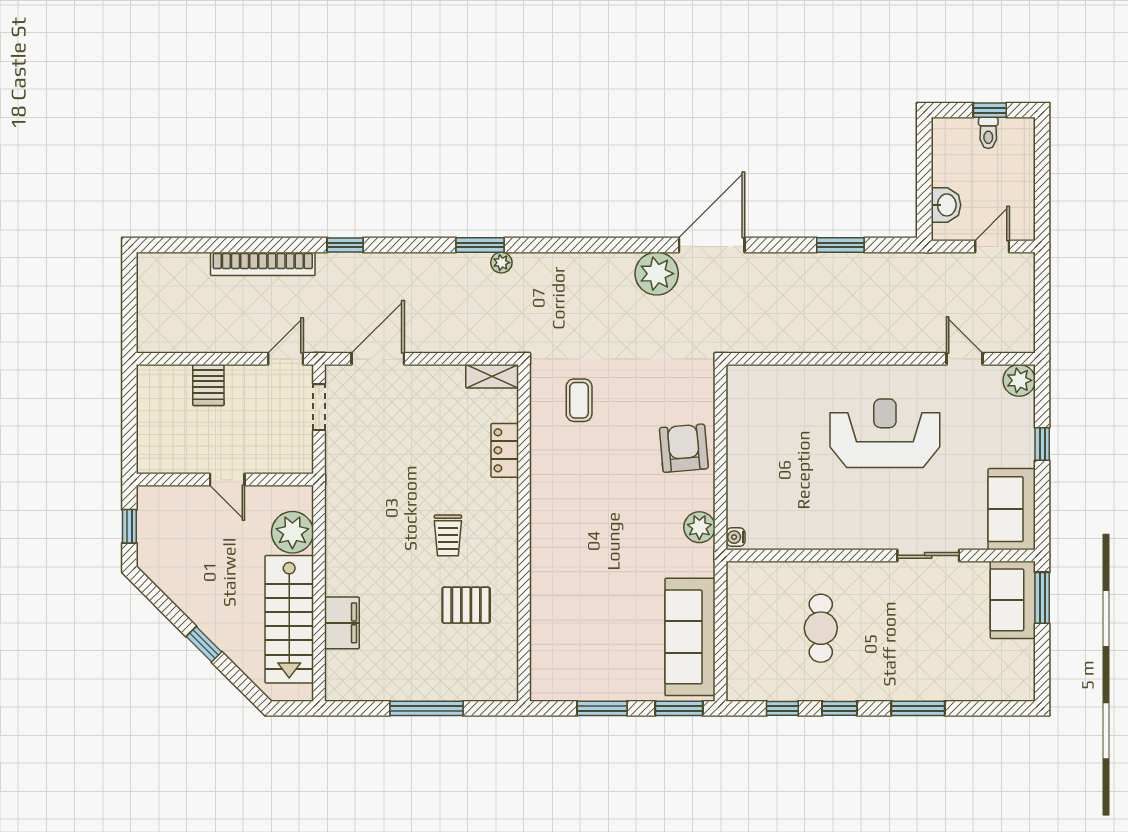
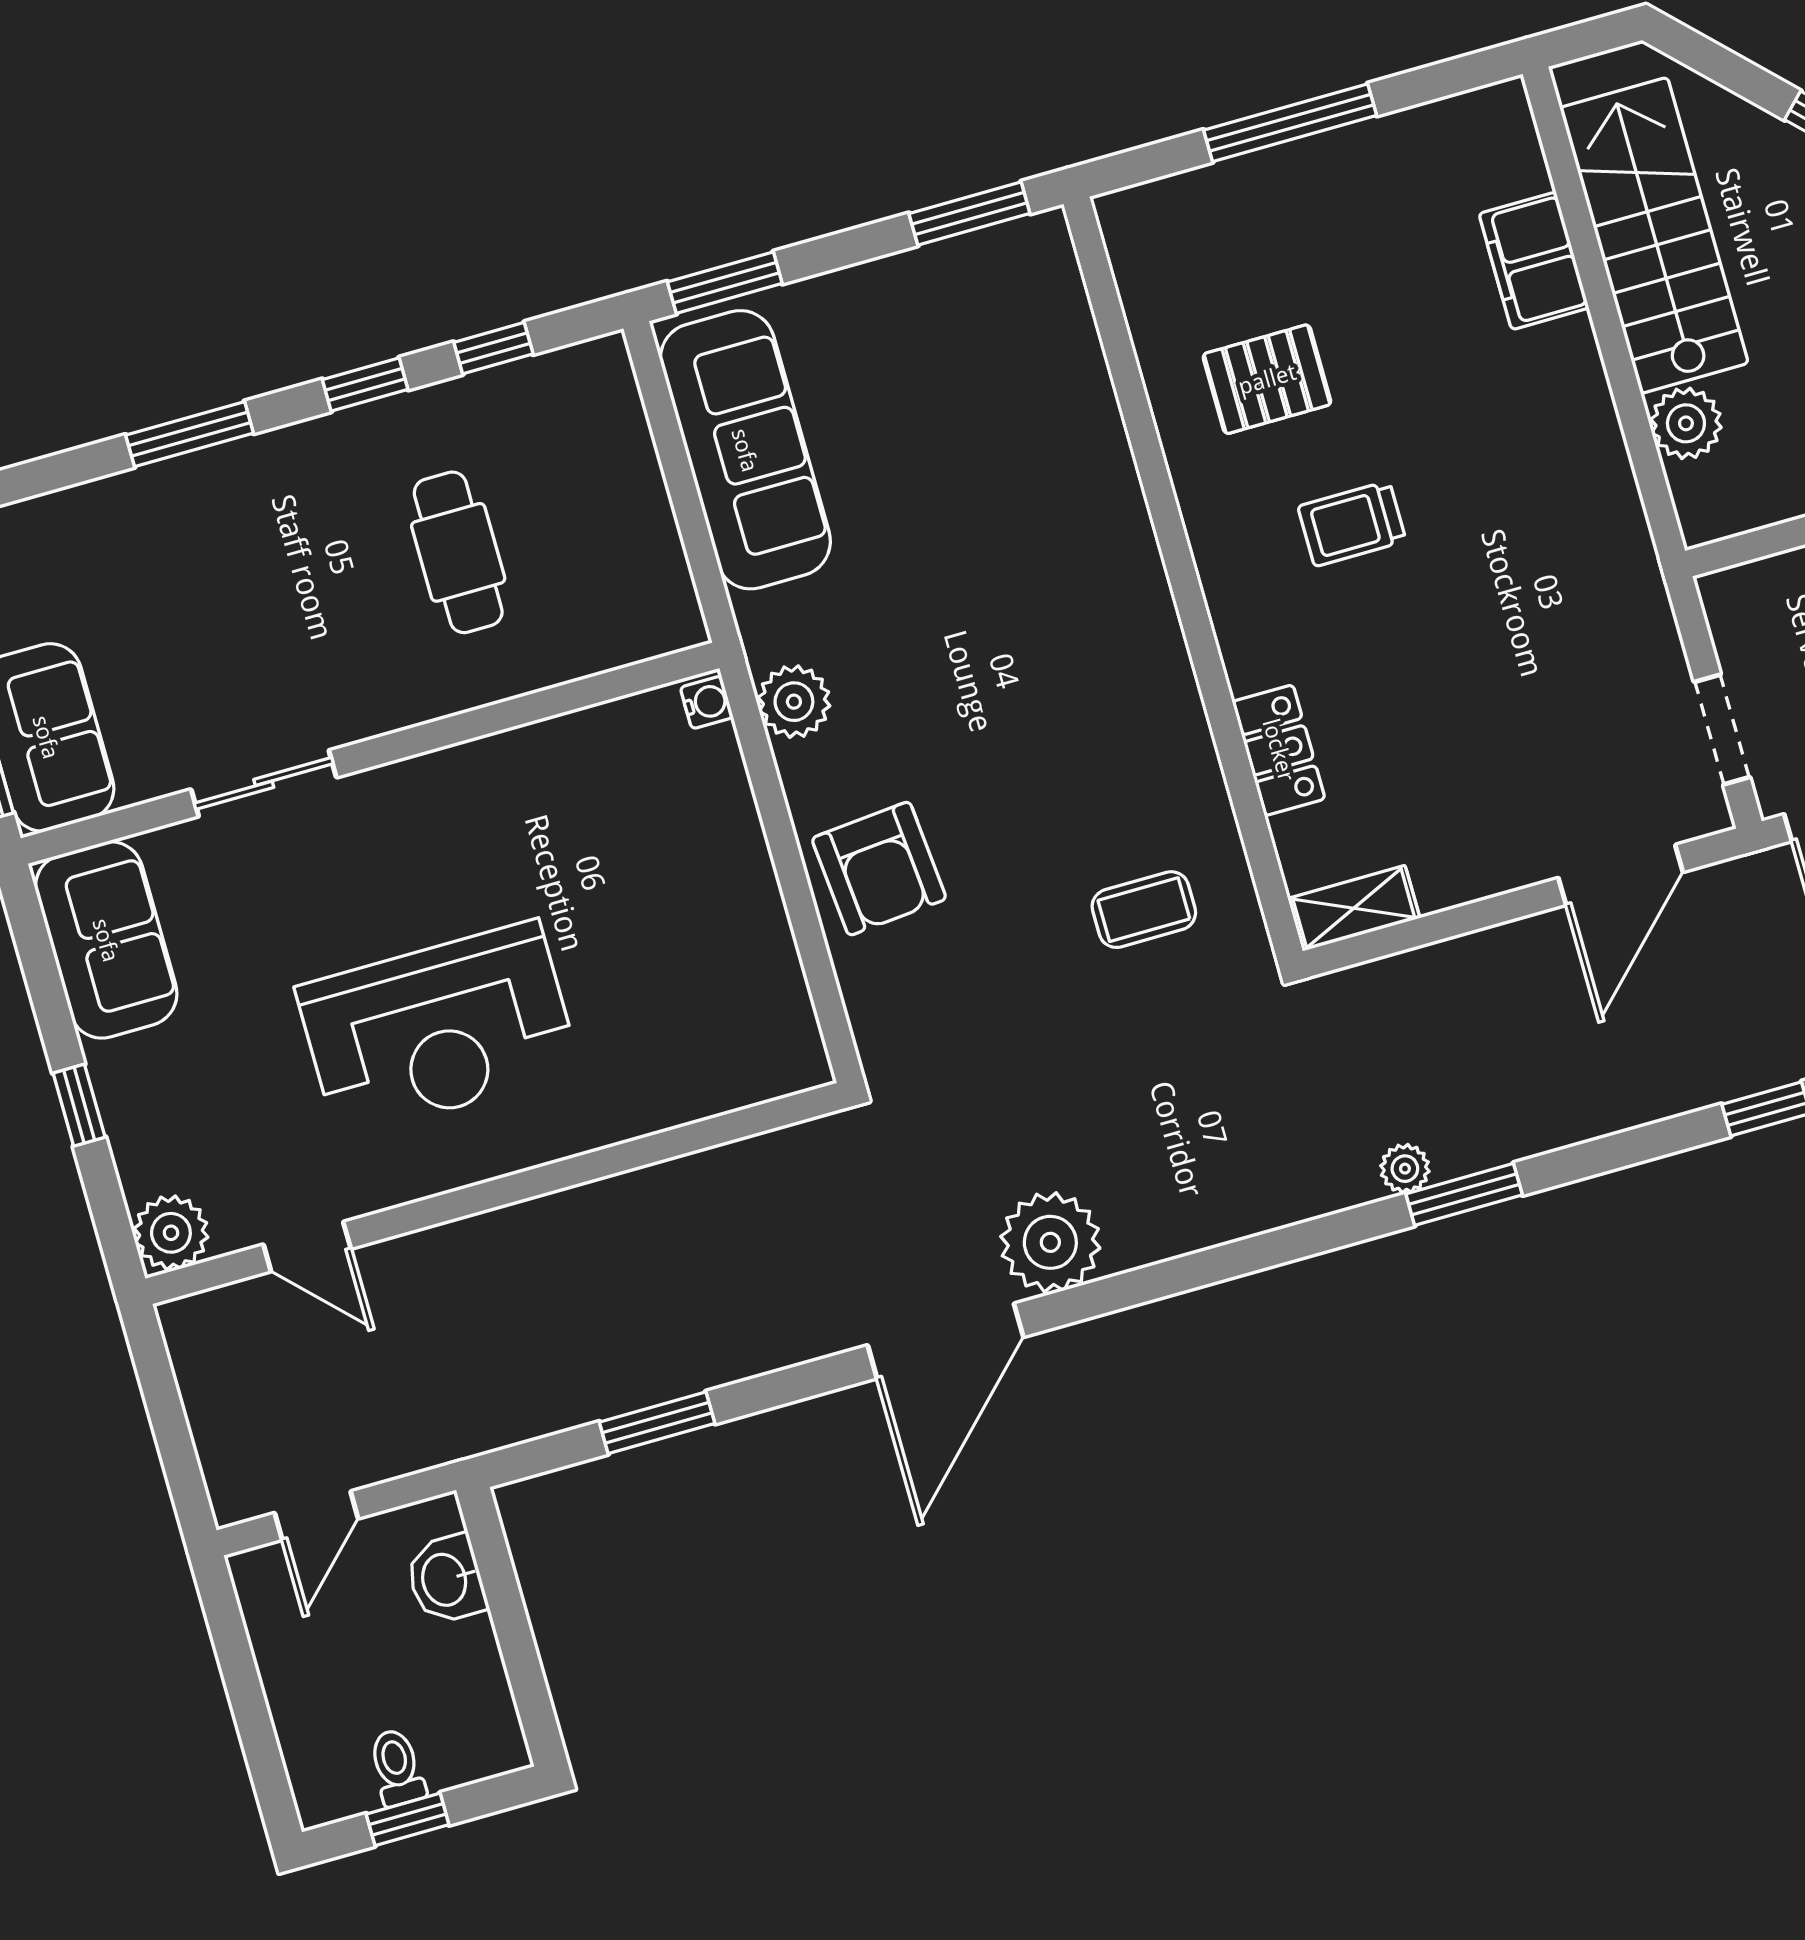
coffee table: (579, 400) -> (1144, 910), turned 90
plant: (292, 532) -> (1686, 423), width x0.73, depth x0.73
trolley: (448, 535) -> (1352, 524), turned -90
window: (602, 708) -> (969, 213), moved

